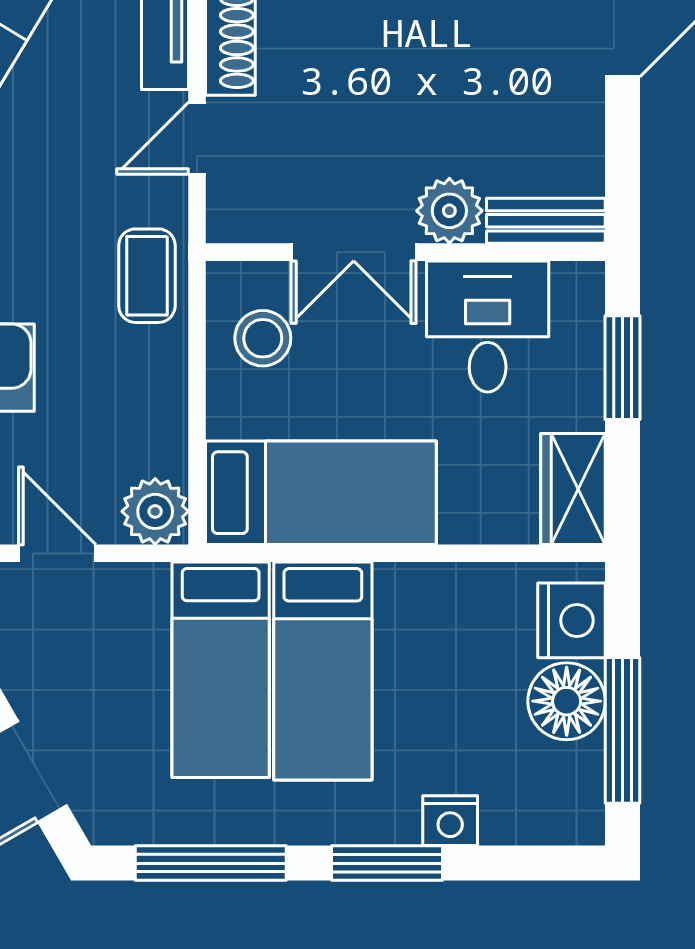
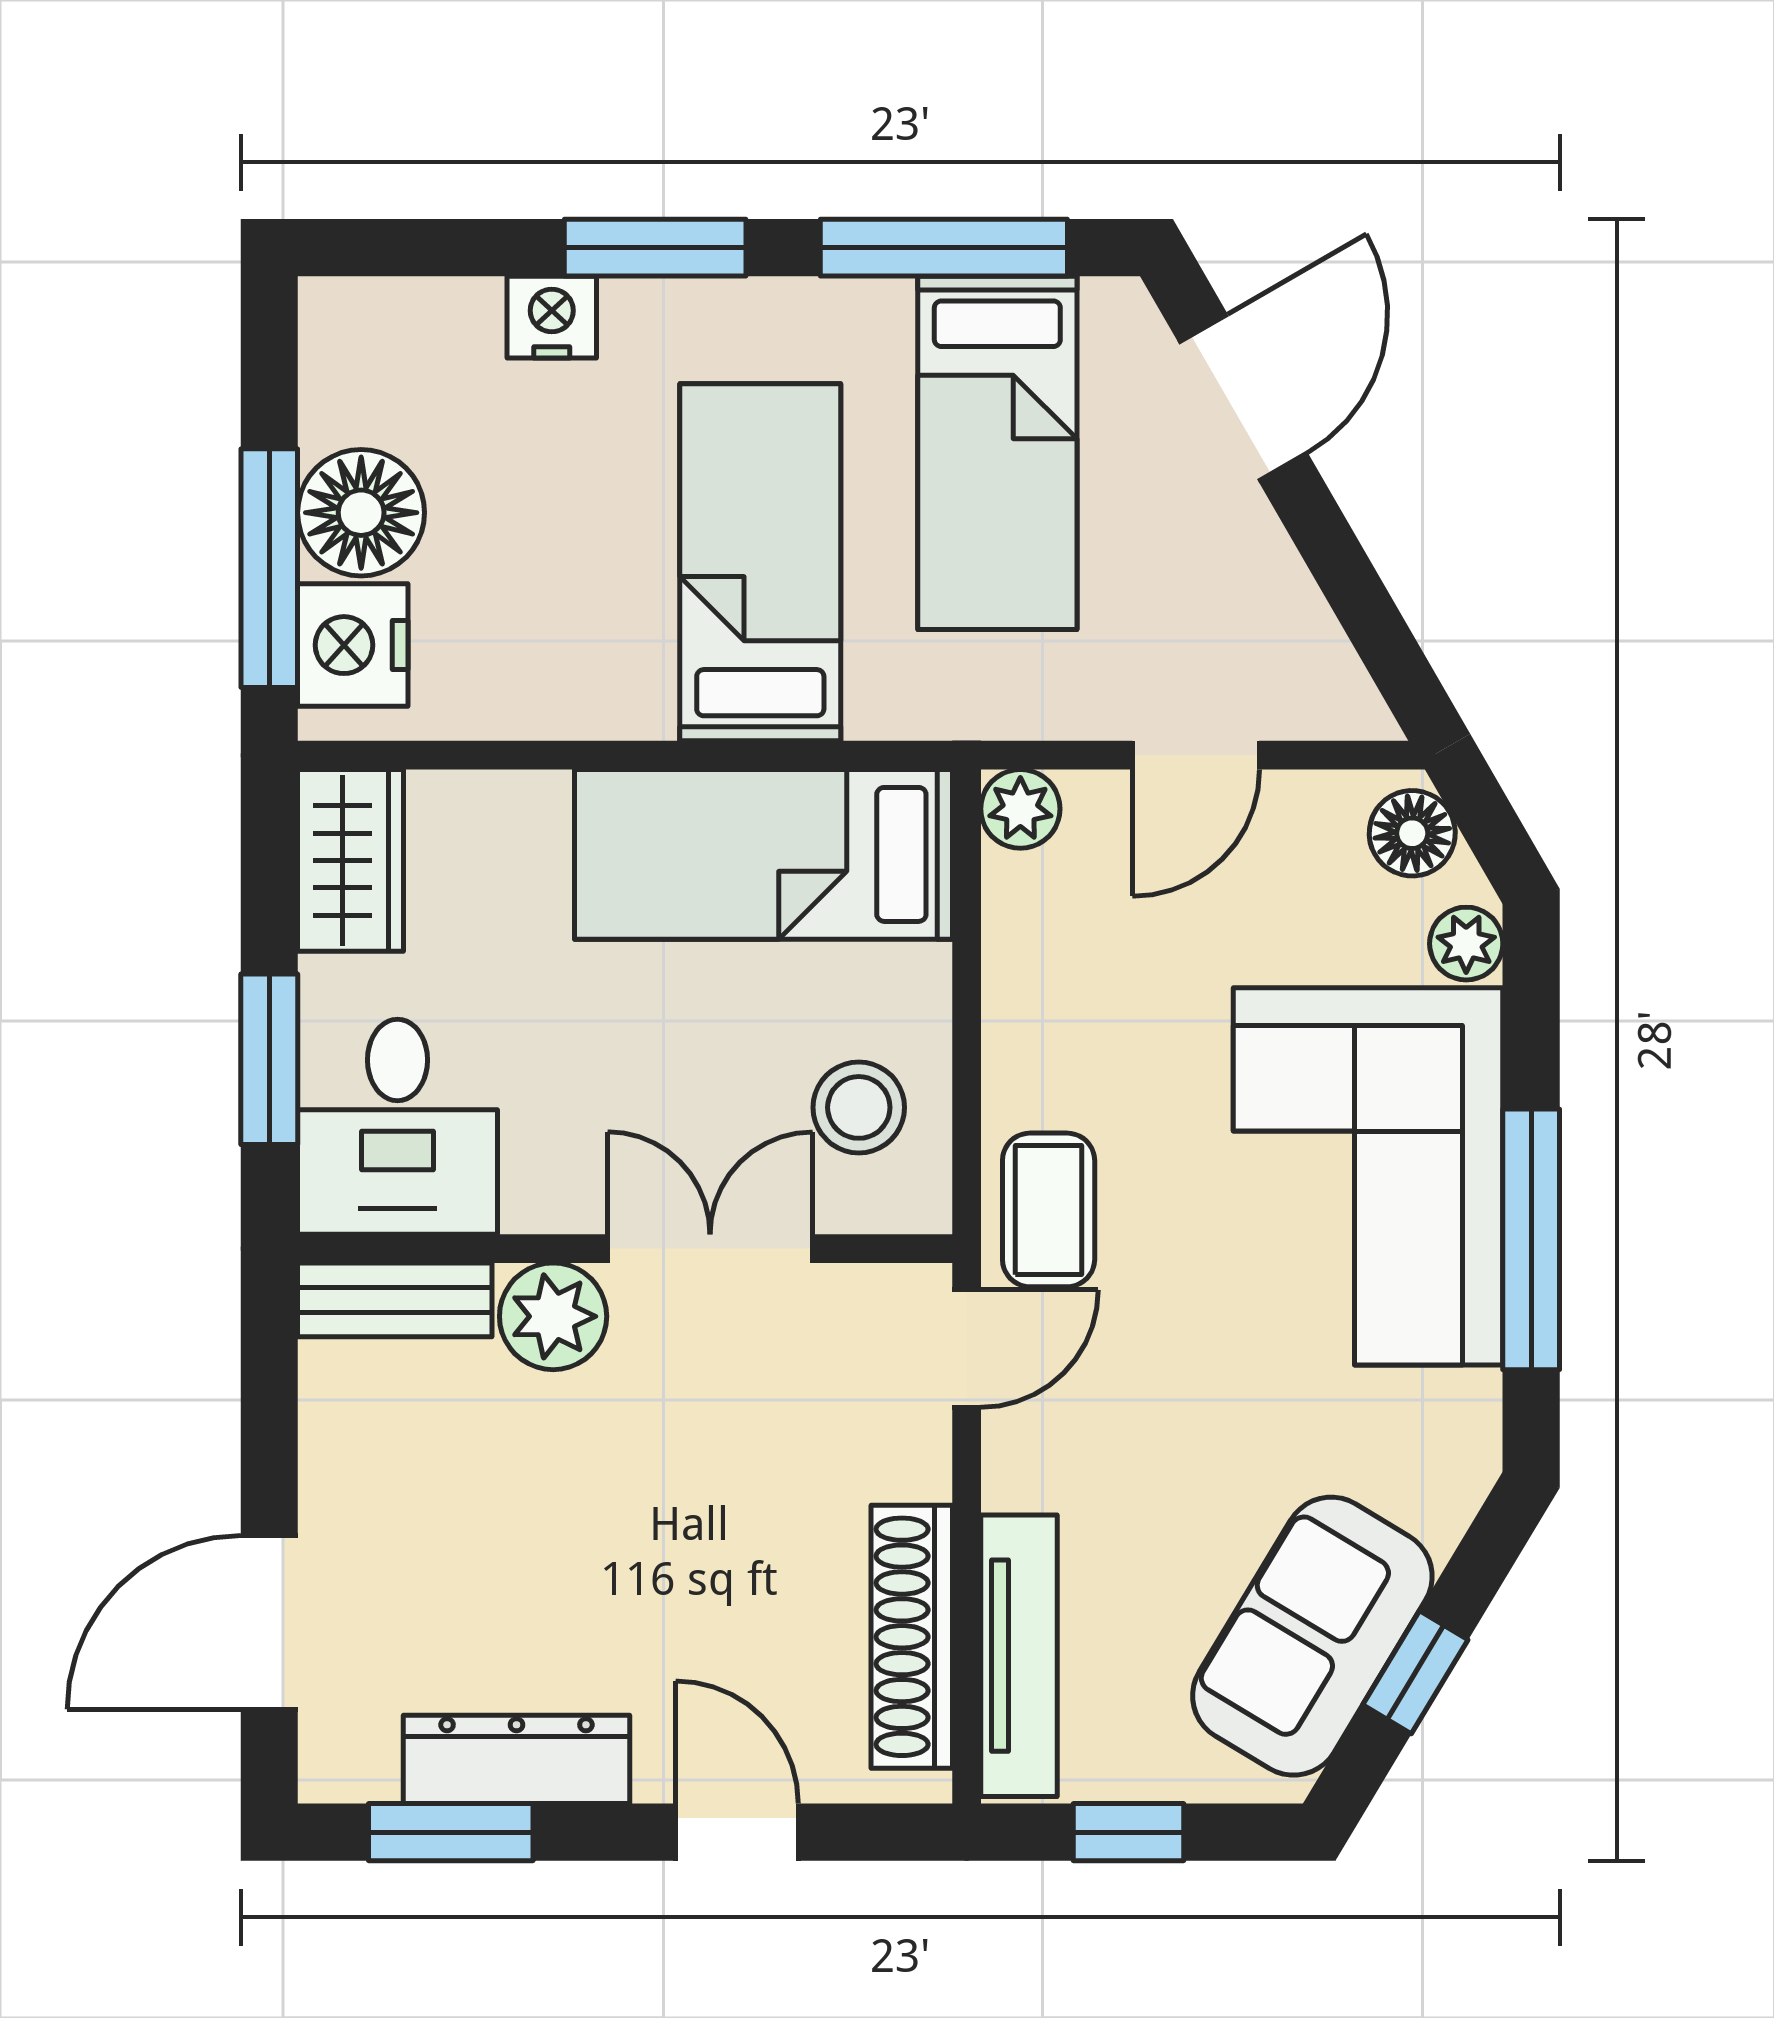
door: (197, 138) -> (967, 1349), moved
desk: (488, 326) -> (398, 1127), moved
plant: (155, 511) -> (1020, 809), width x0.73, depth x0.73
door: (57, 553) -> (1196, 755), hinge flipped
bed: (221, 670) -> (997, 453), moved, turned 180
window: (623, 730) -> (269, 568), moved

